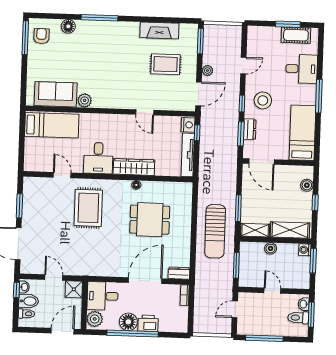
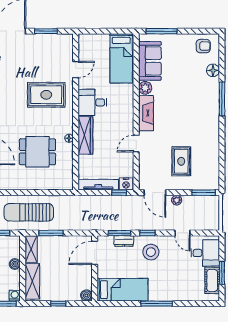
fireplace: (159, 30) -> (146, 113), moved, turned 180
window: (25, 38) -> (162, 31), moved
desk: (302, 69) -> (205, 253), moved, turned -90
boiler: (307, 185) -> (86, 295), moved
dining table: (150, 220) -> (37, 152), turned 90

